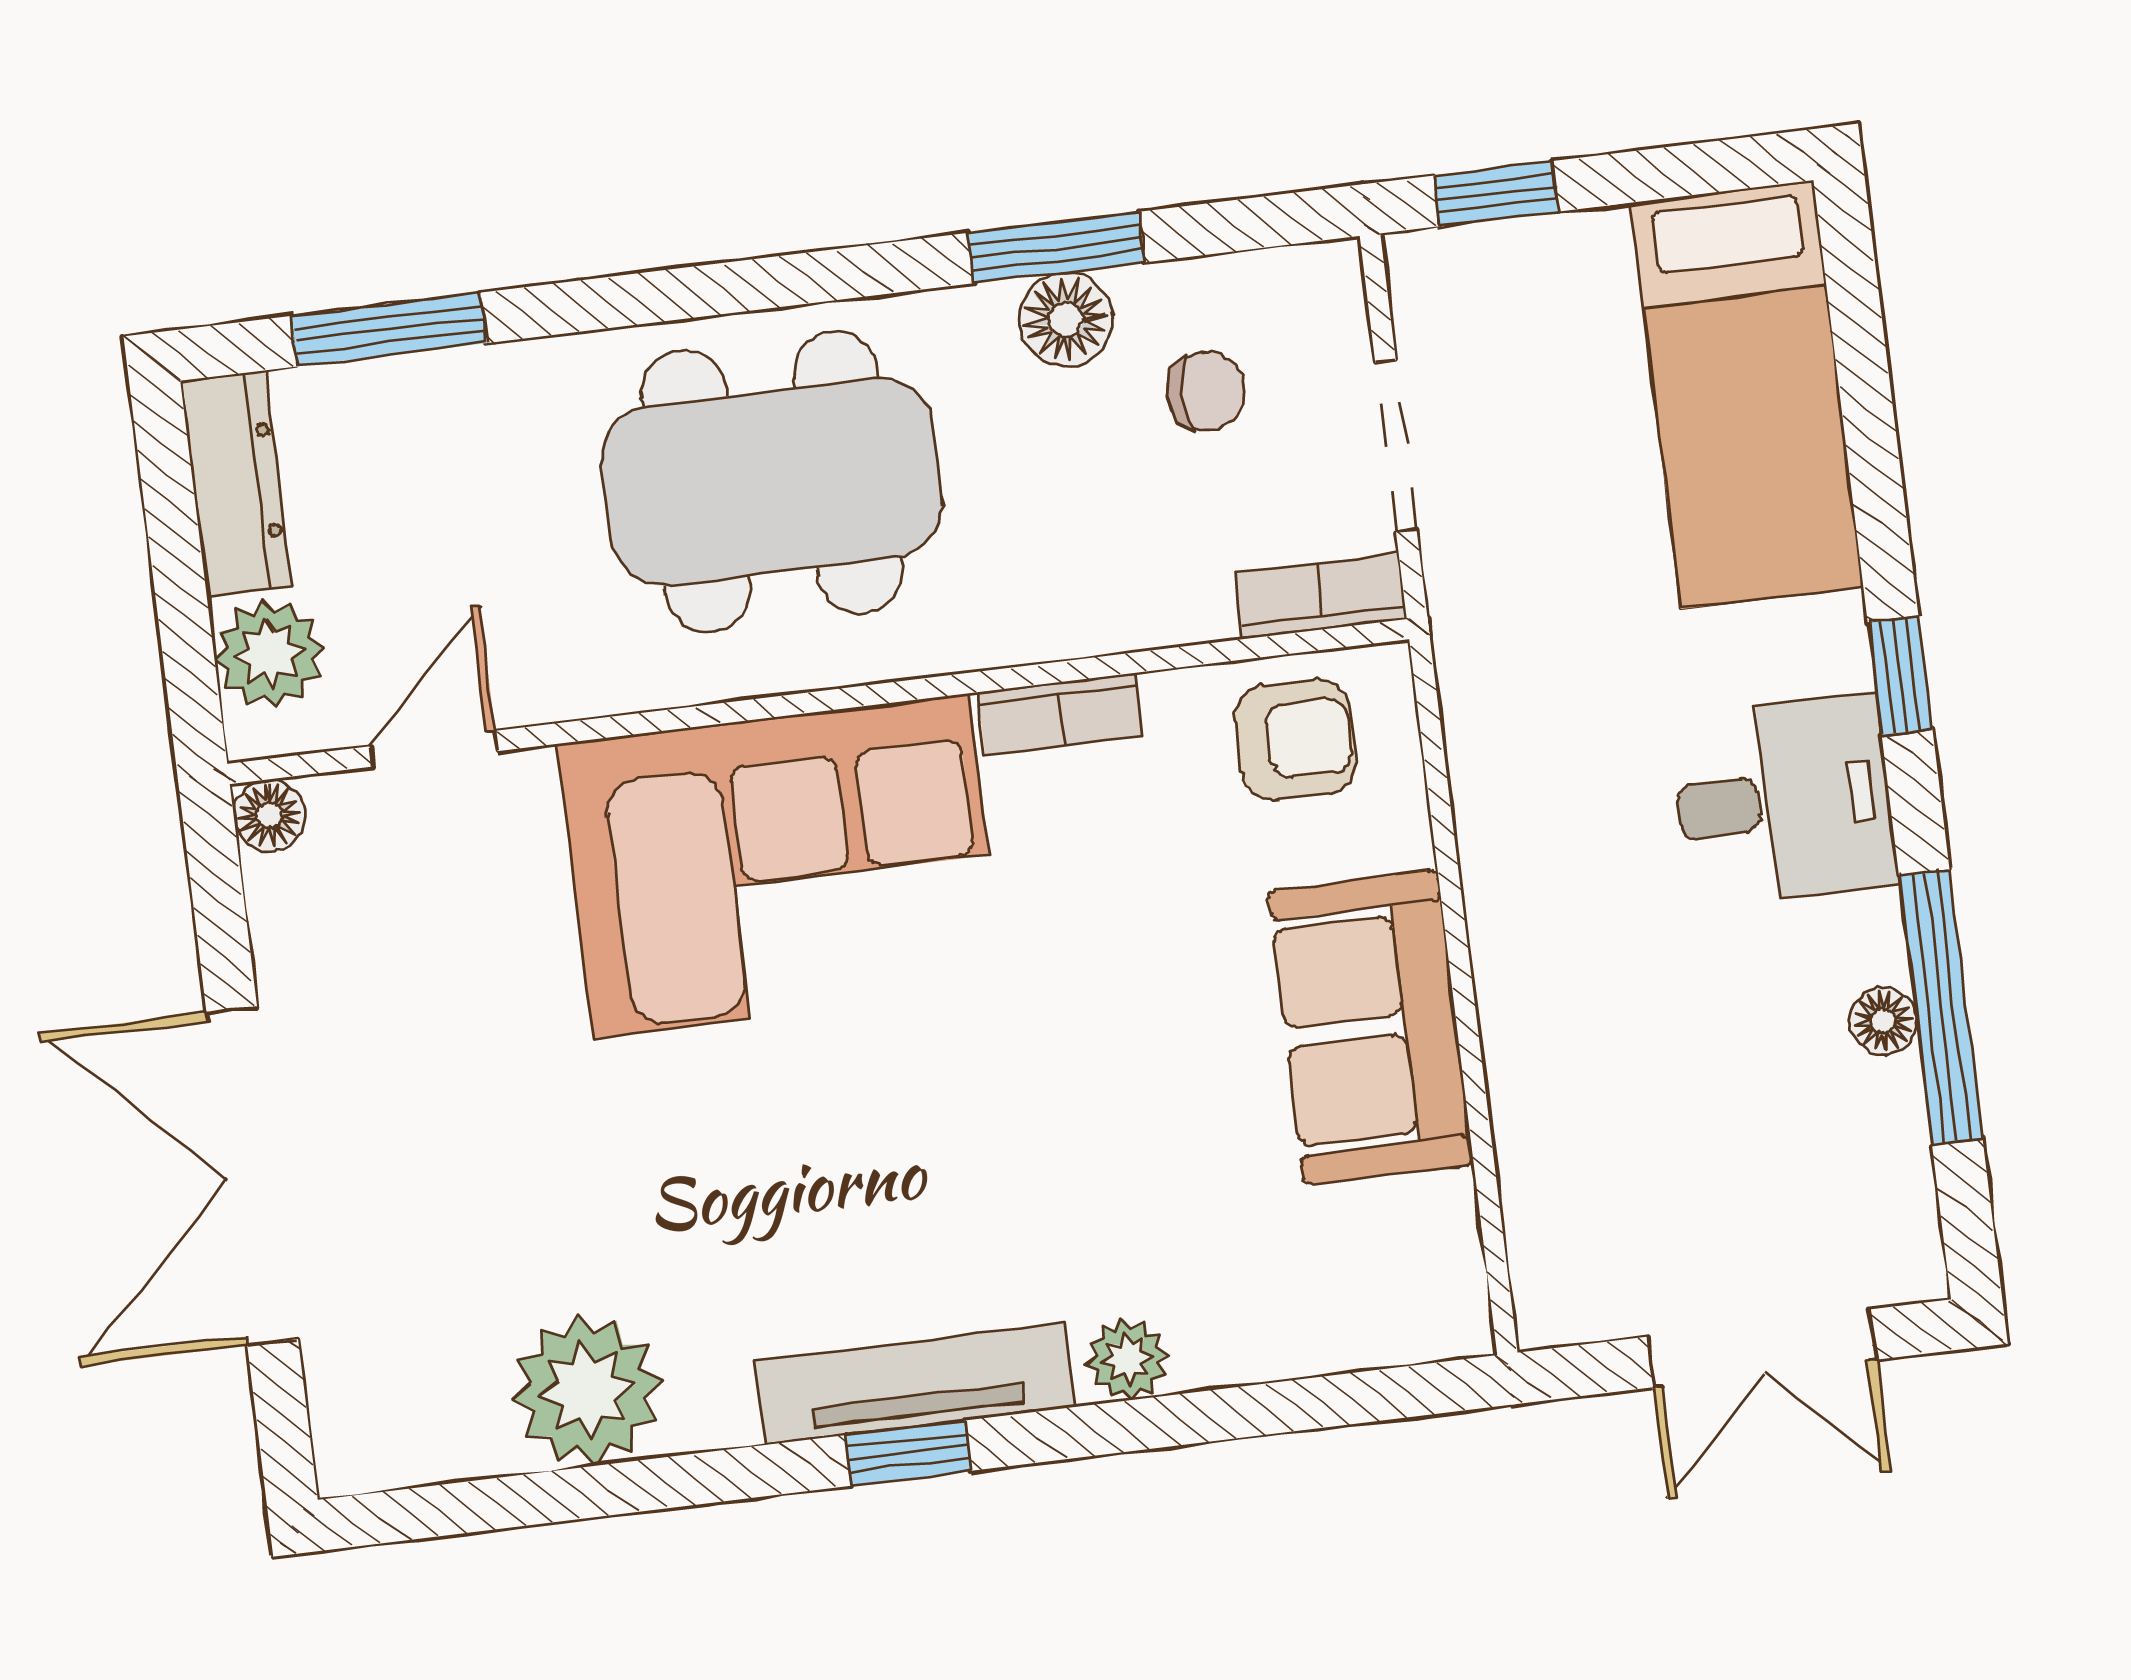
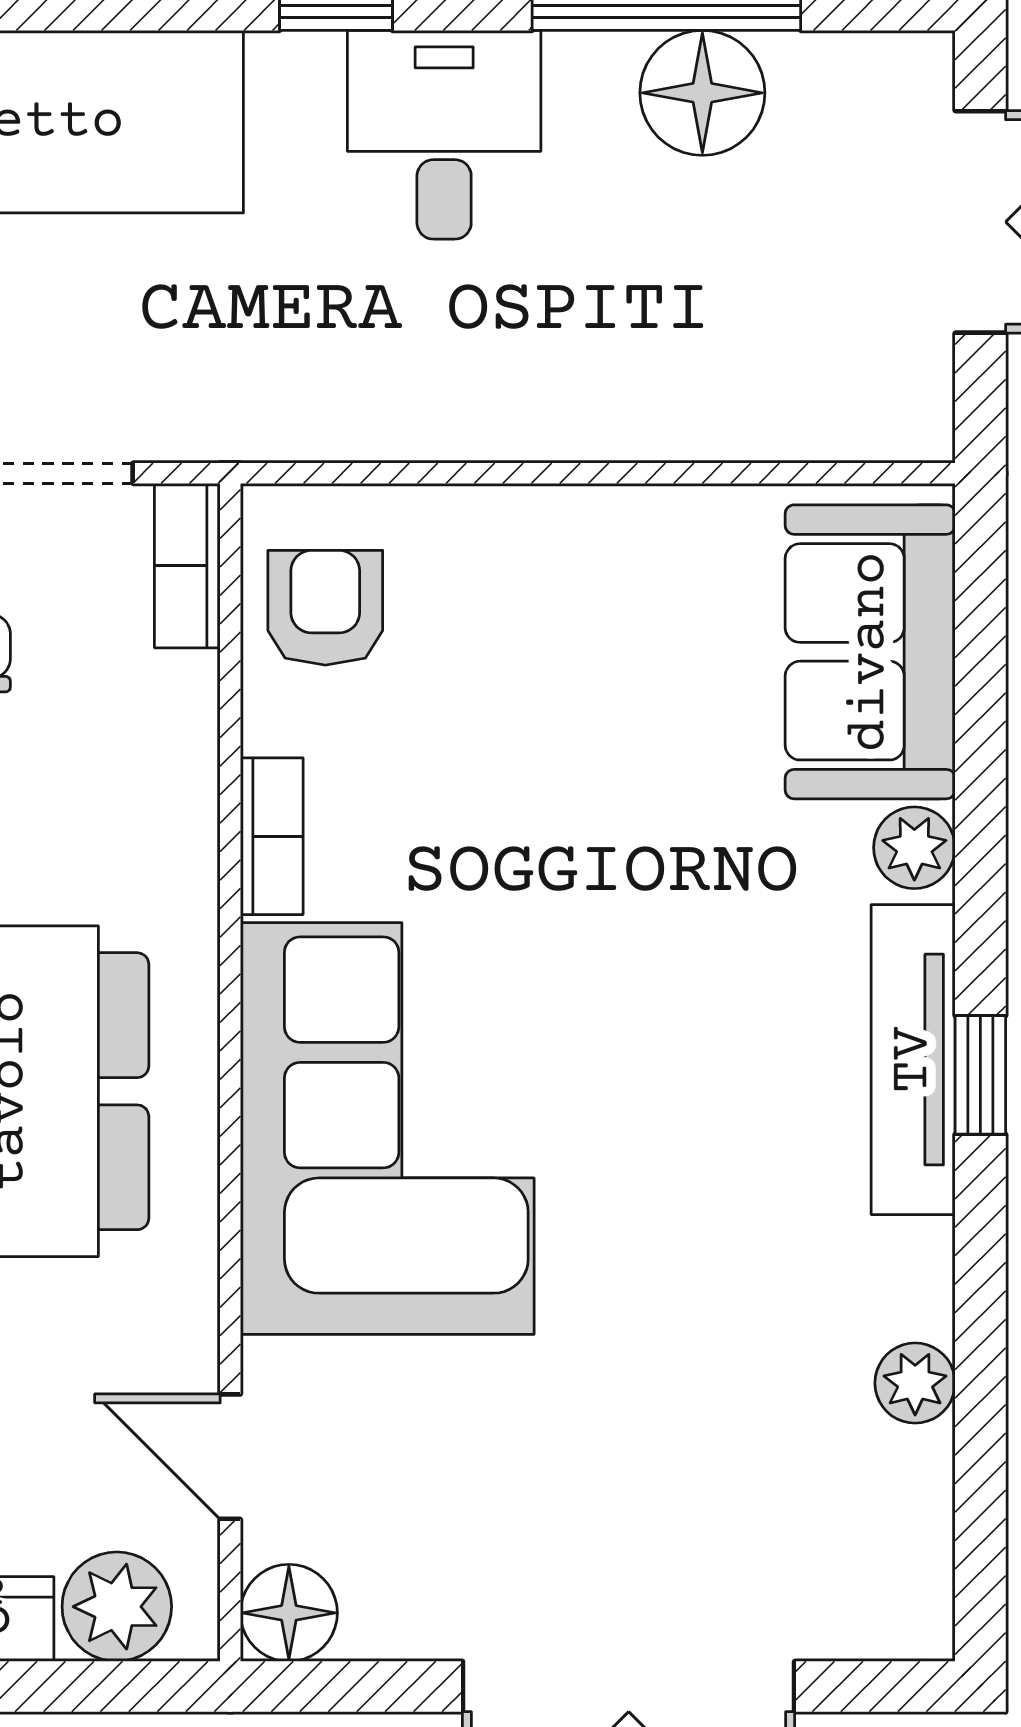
floor lamp: (269, 815) -> (289, 1613), width x1.37, depth x1.37
floor lamp: (1883, 1021) -> (702, 93), width x1.89, depth x1.89
sofa: (1371, 1028) -> (870, 652), moved, turned 90
plant: (587, 1390) -> (915, 1383), width x0.53, depth x0.53

